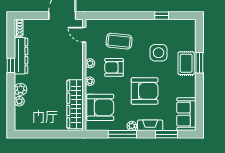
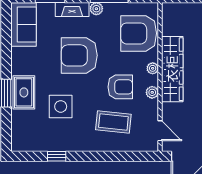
wardrobe: (75, 104) -> (172, 69), moved

